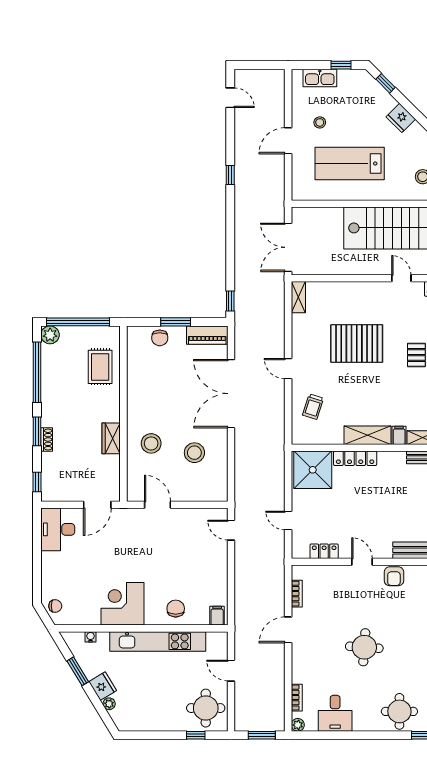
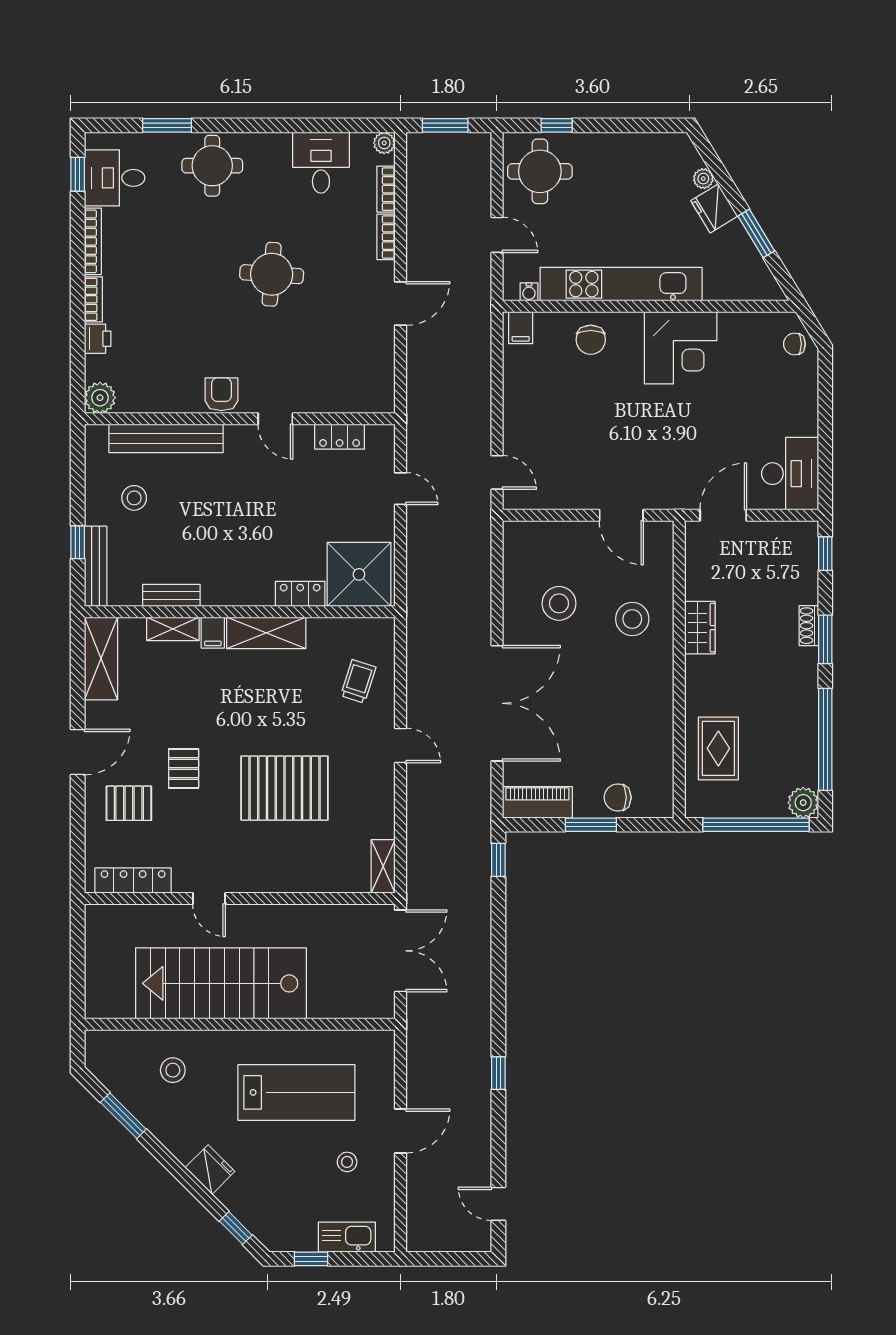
chair: (160, 338) -> (618, 797), turned -90
locker: (355, 458) -> (300, 594), width x0.66
bookcase: (297, 594) -> (386, 237), moved
water cooler: (90, 637) -> (529, 292), moved

